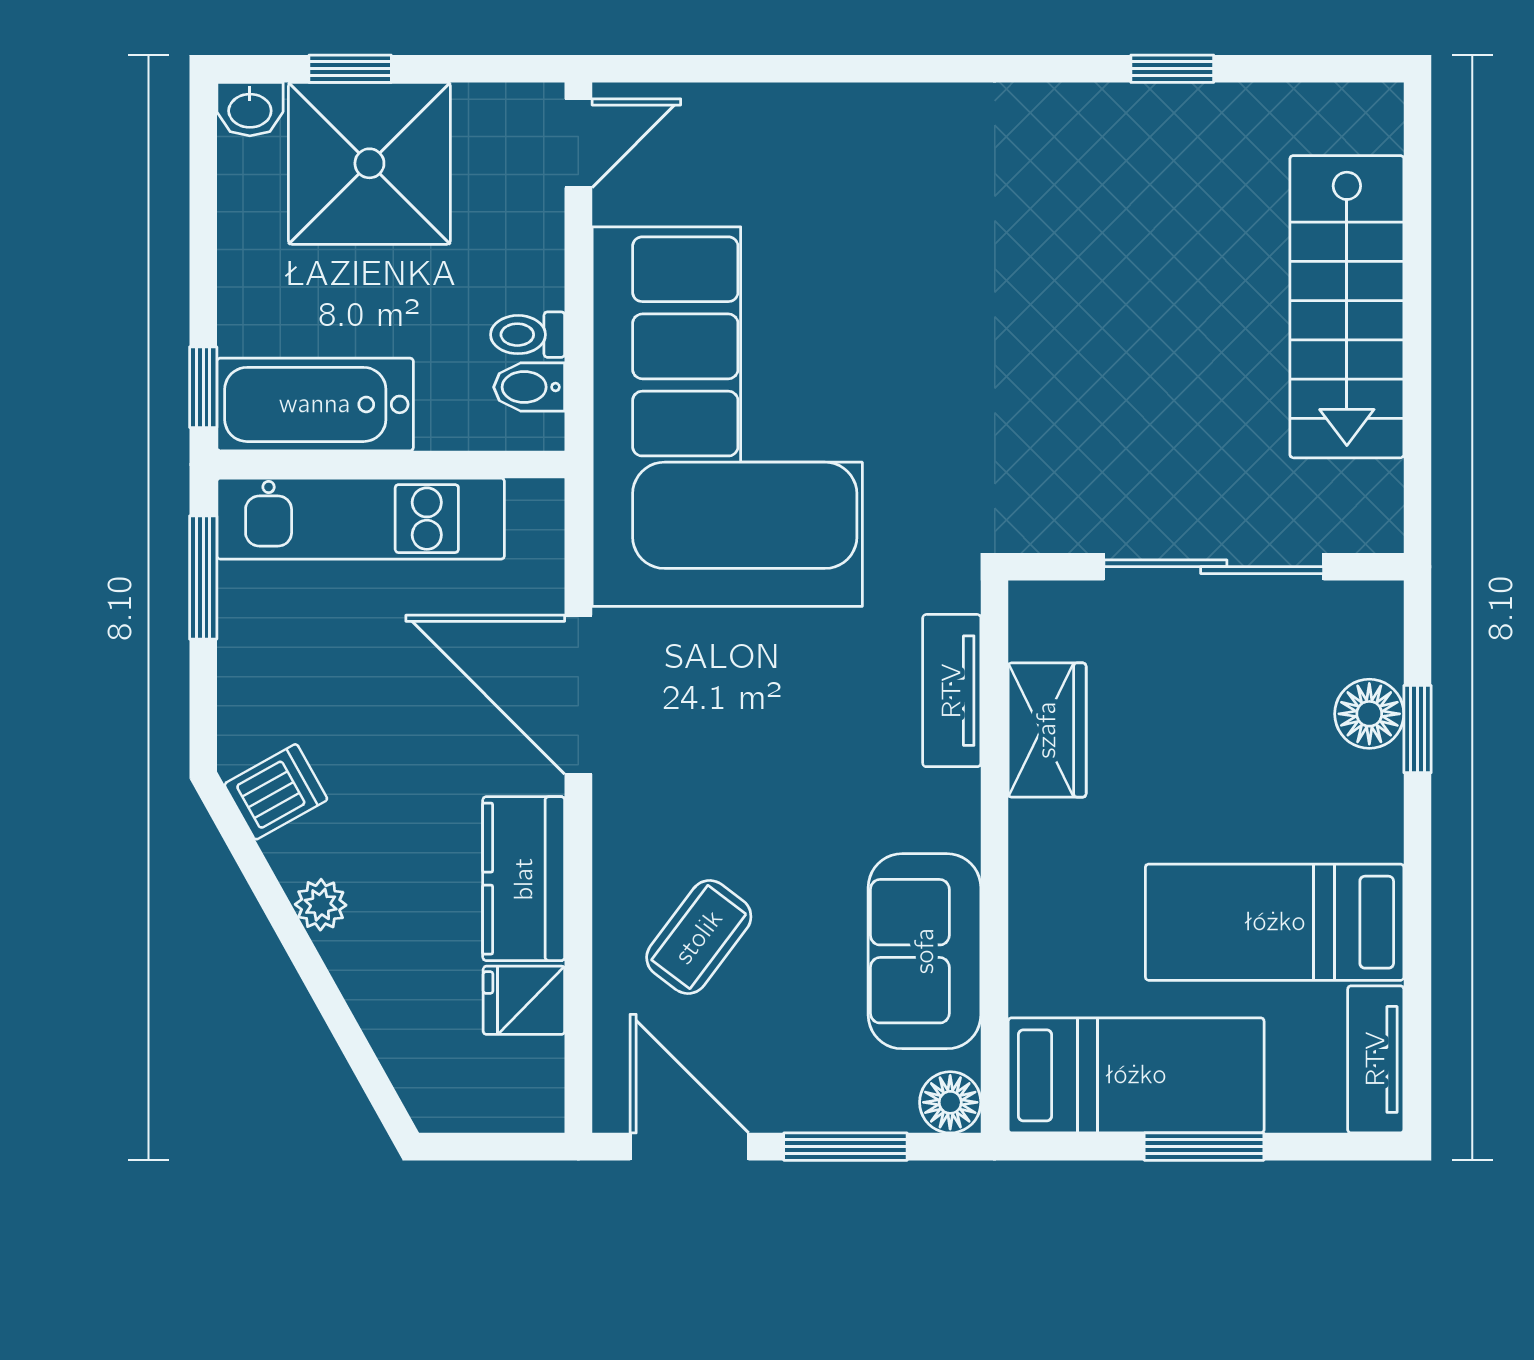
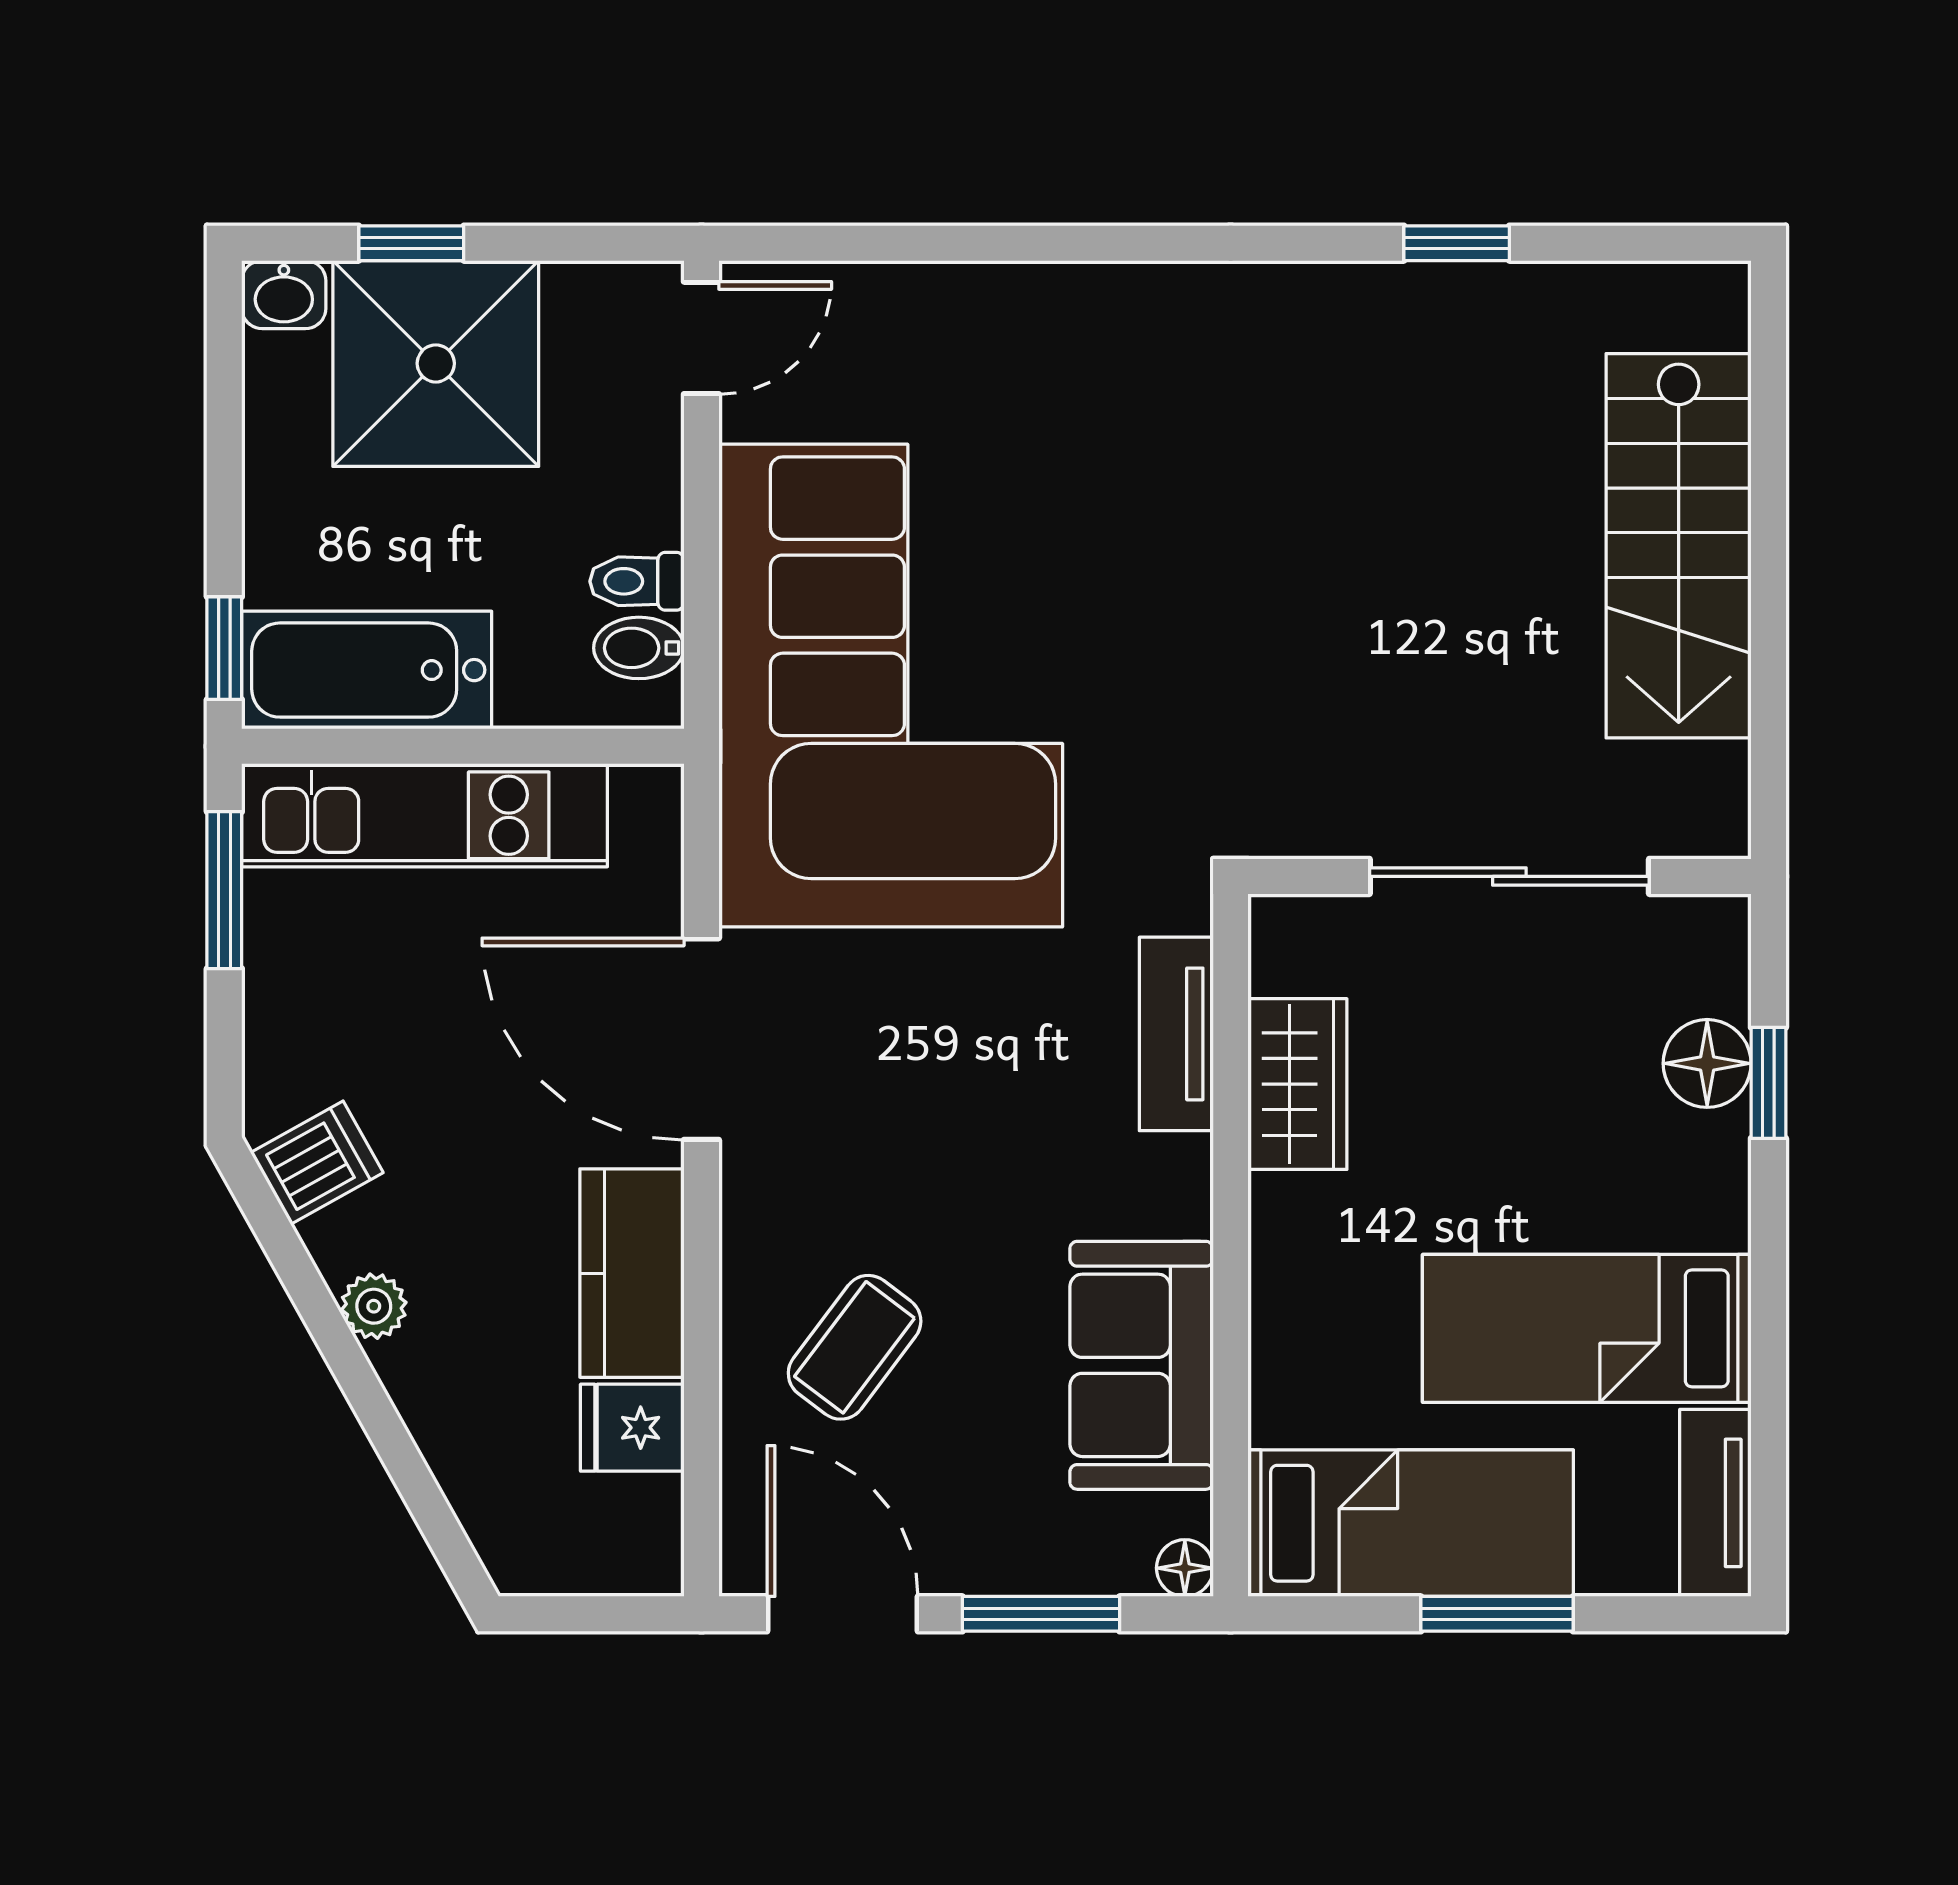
floor lamp: (950, 1102) -> (1185, 1568), width x0.73, depth x0.73

